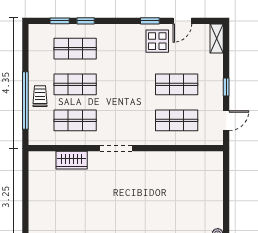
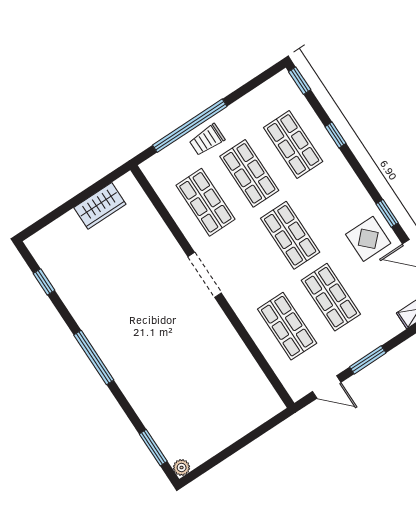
window: (60, 21) -> (300, 81), moved
shop shelf: (126, 84) -> (290, 235), added
window: (226, 87) -> (368, 360), width x1.50
trolley: (40, 96) -> (207, 140), turned 180
wardrobe: (72, 160) -> (100, 206), moved, turned -90

